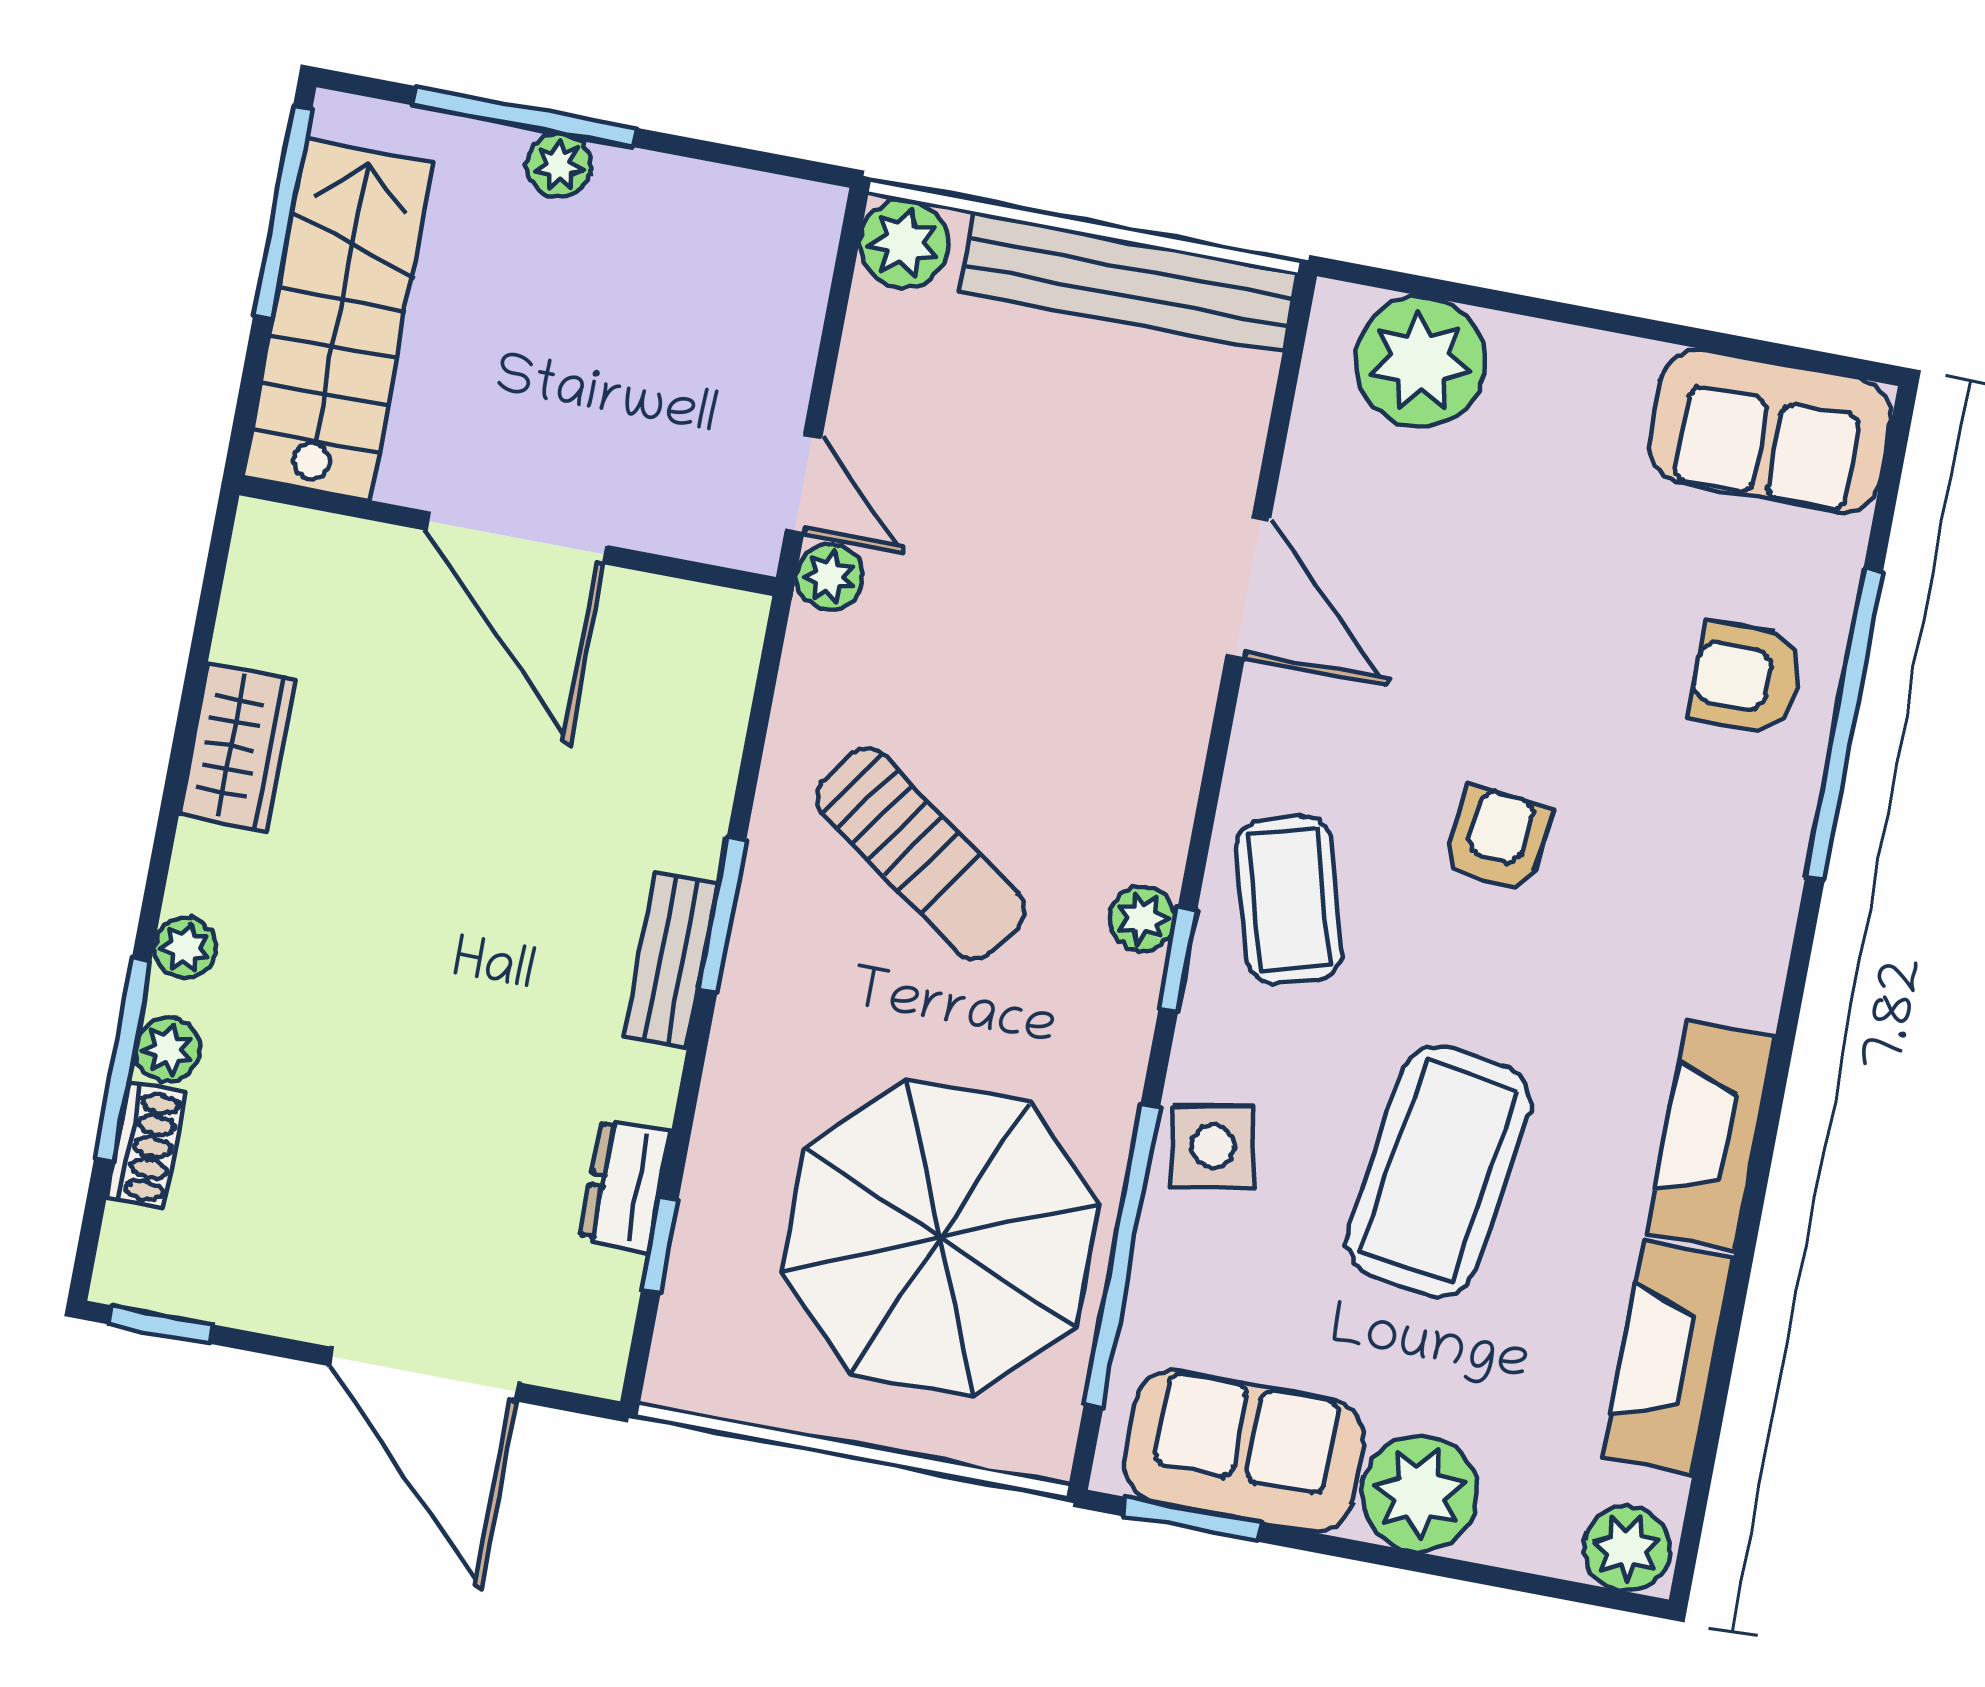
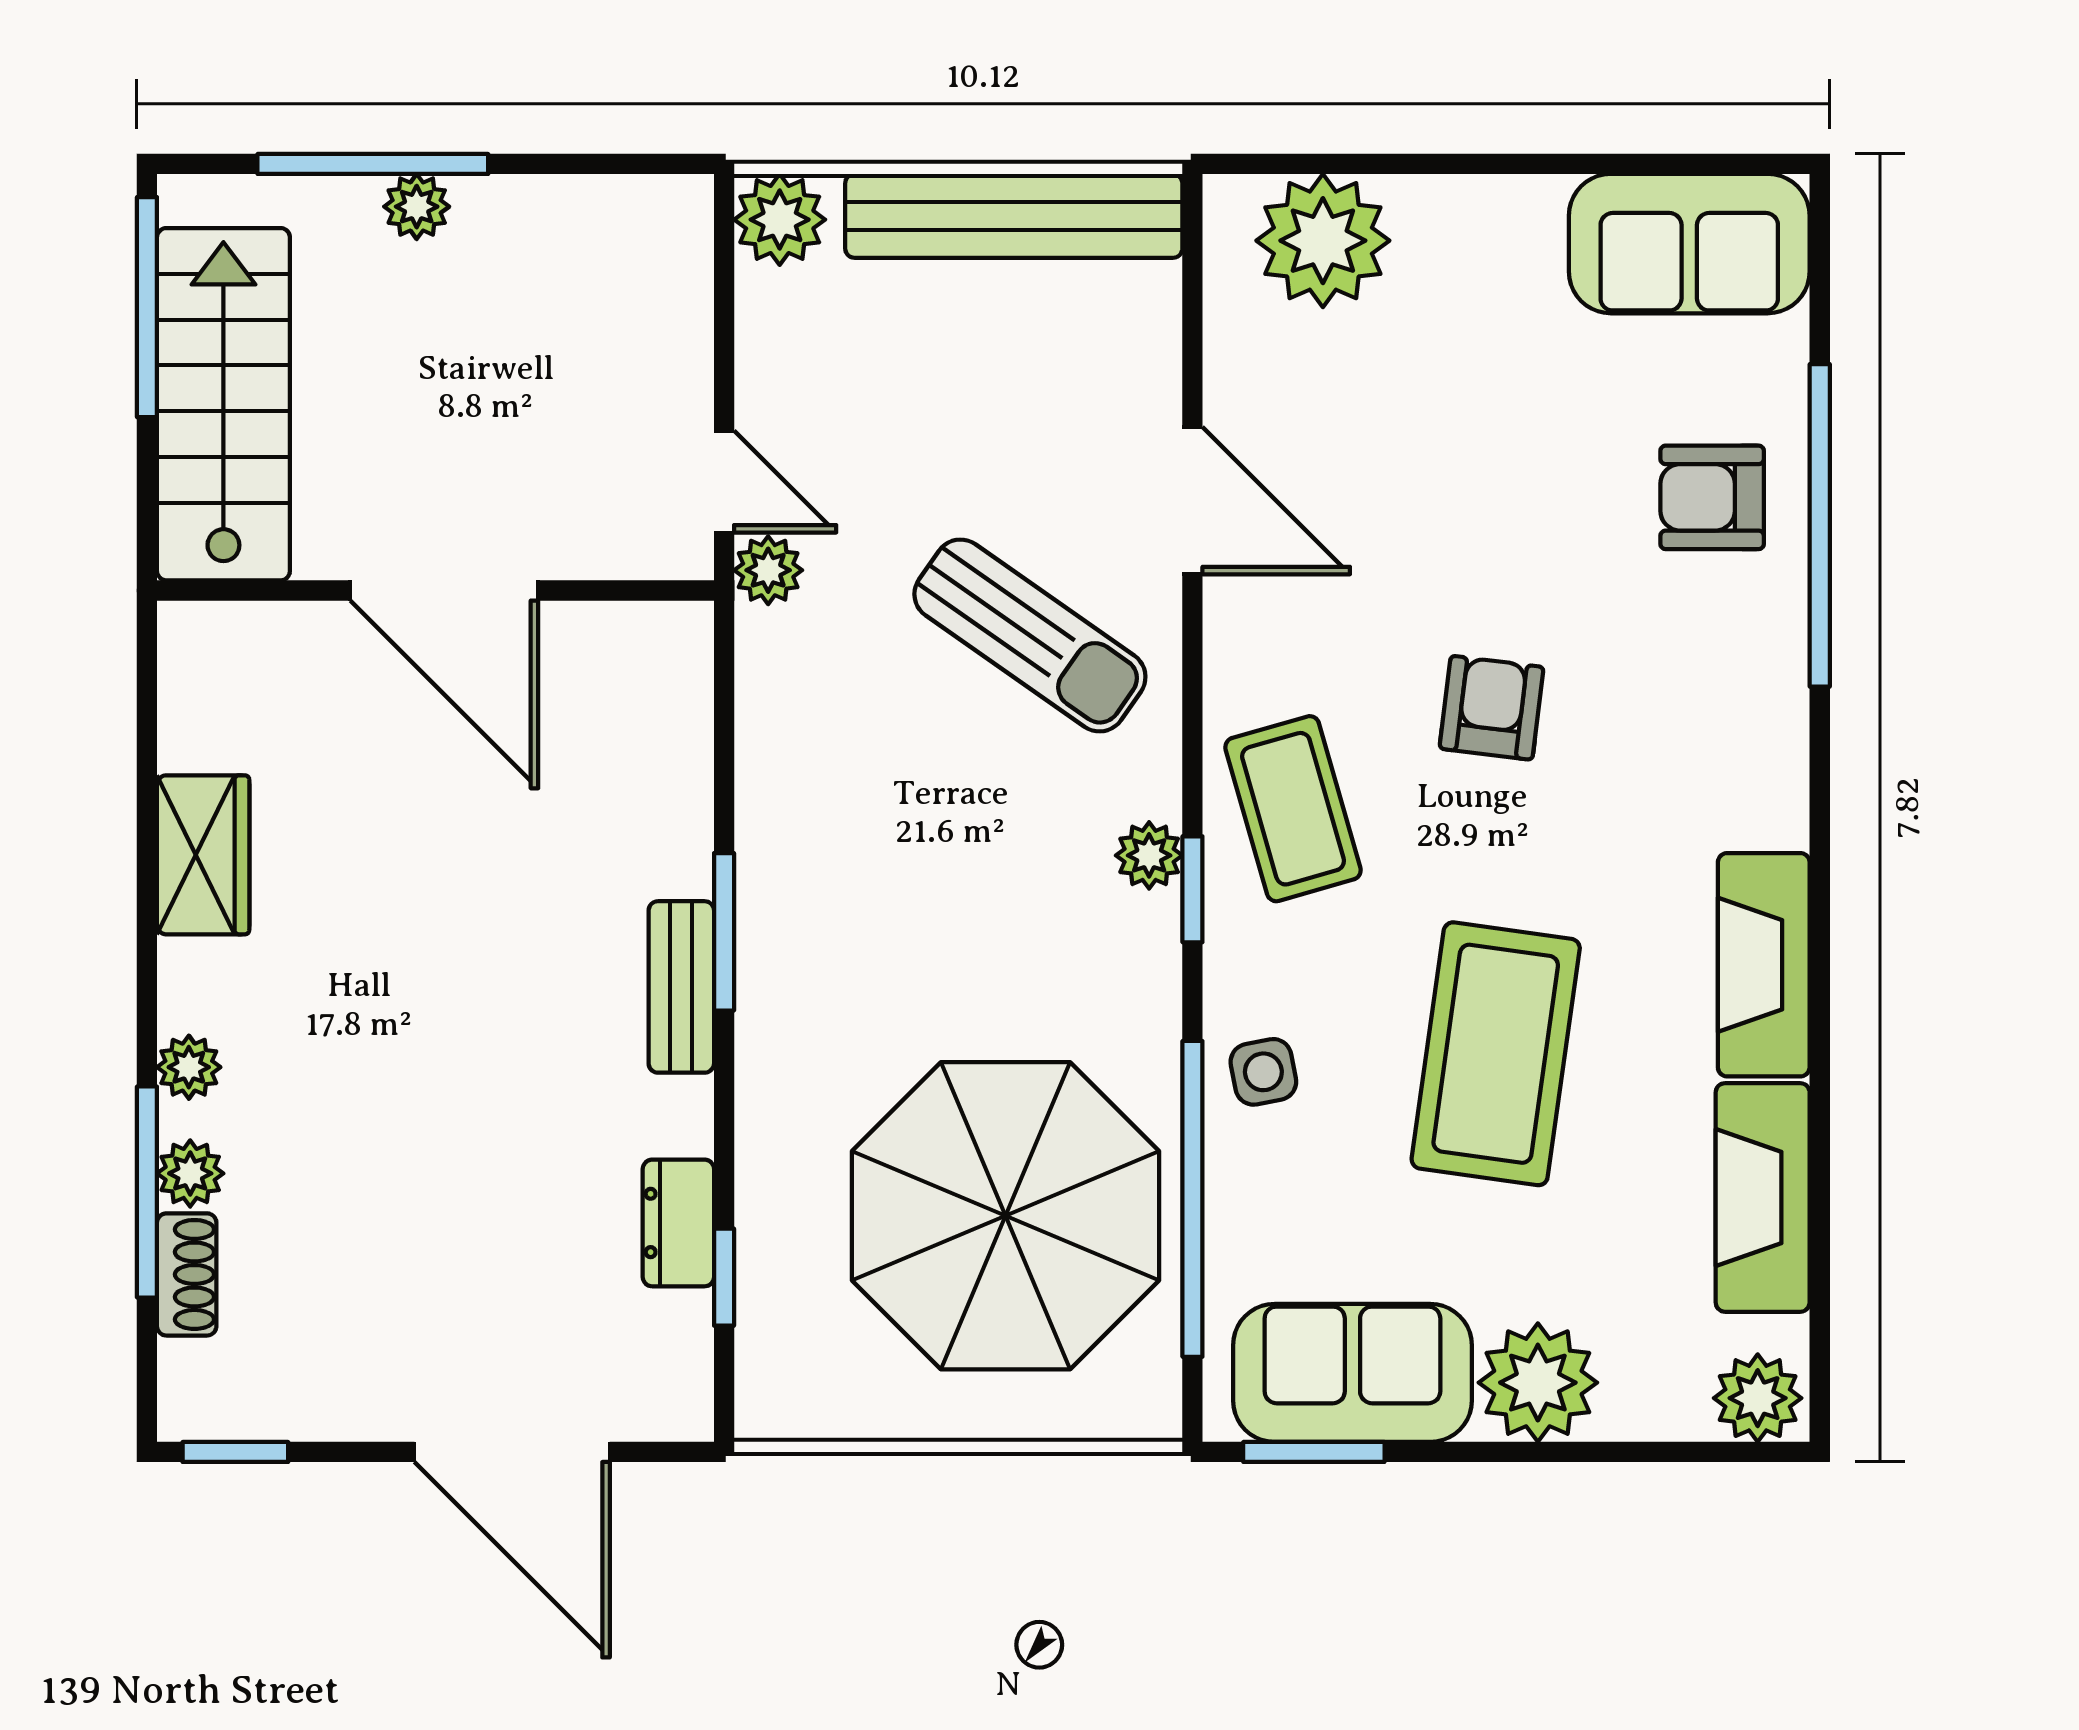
sun lounger: (920, 854) -> (1030, 636), moved
side table: (1213, 1147) -> (1263, 1072), width x0.73, depth x0.73

